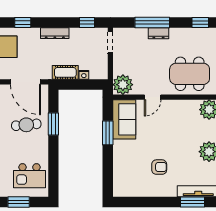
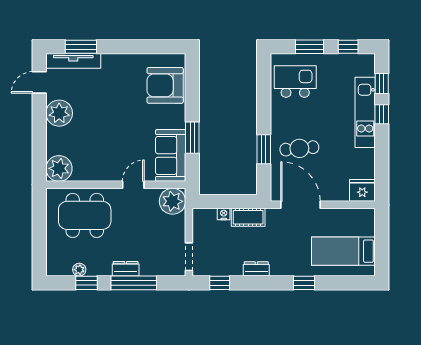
window: (200, 22) -> (87, 283), moved
dresser: (55, 33) -> (256, 269), width x0.70
plant: (194, 33) -> (79, 270), added
armchair: (159, 167) -> (165, 85), moved, width x1.88, depth x1.88

